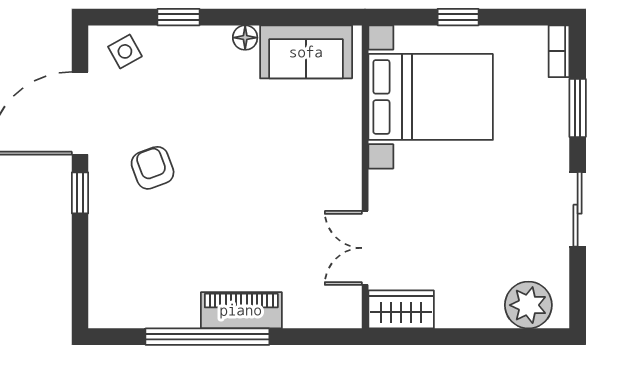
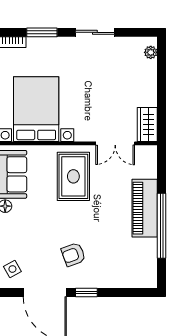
rug: (302, 168) -> (73, 176), added
plant: (528, 305) -> (151, 52), width x0.53, depth x0.53
piano: (241, 310) -> (145, 208), width x1.37, depth x1.33

